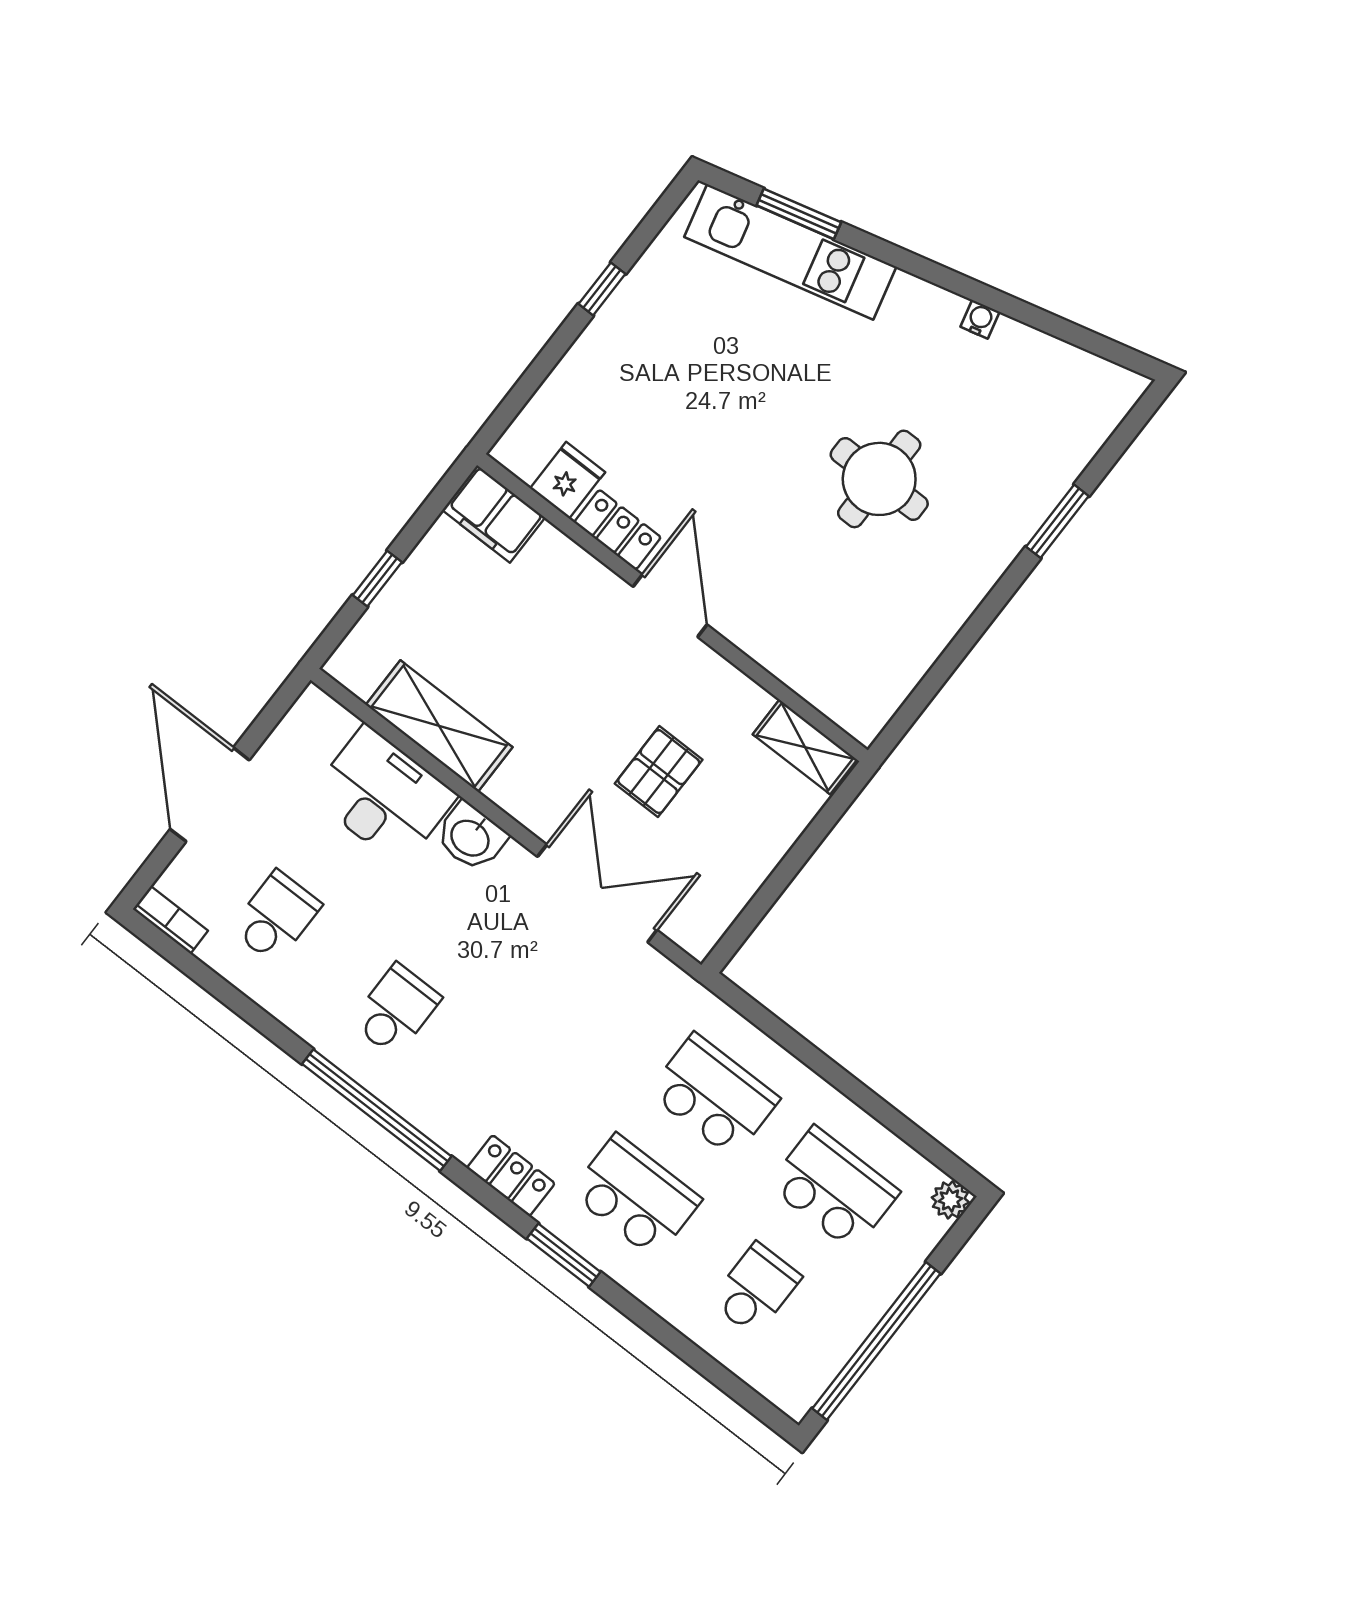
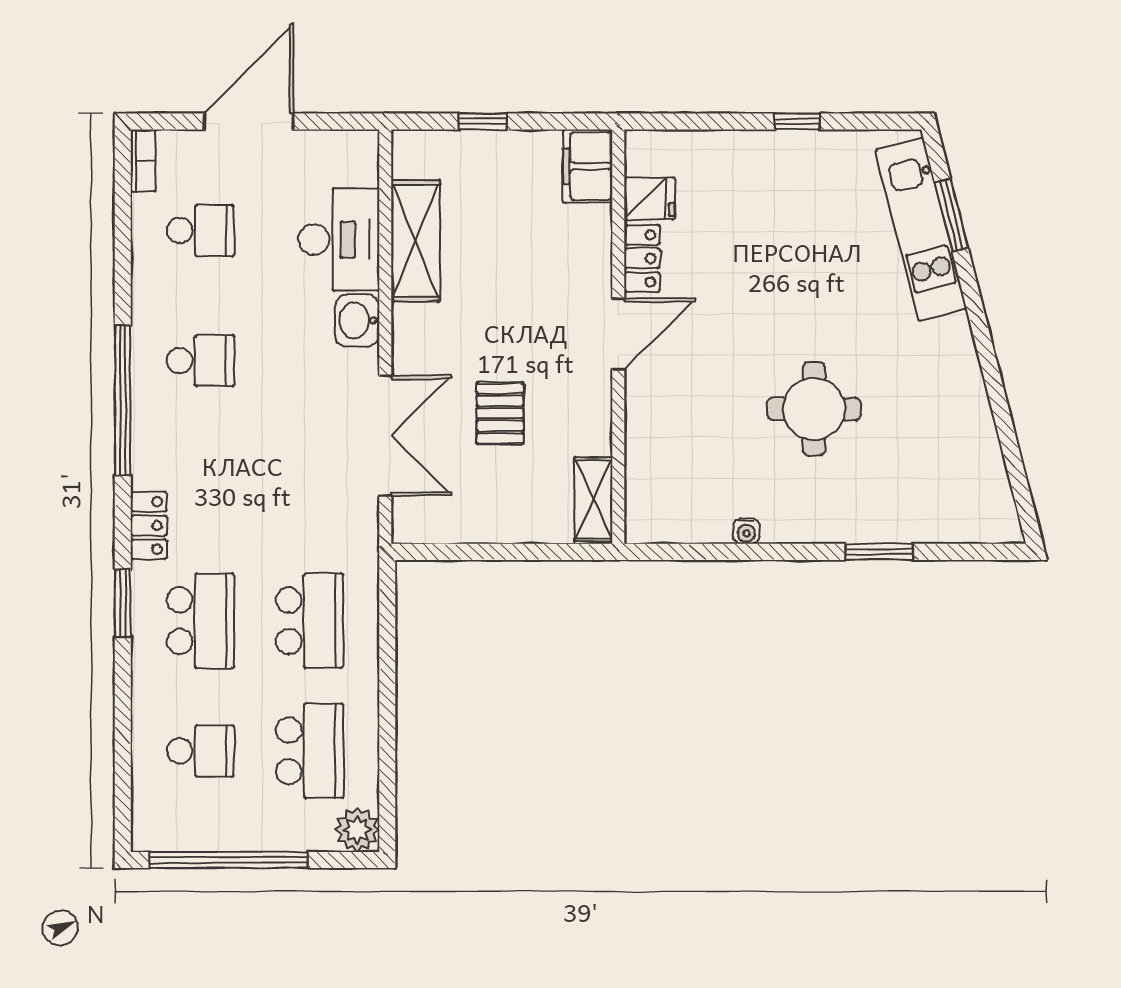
water cooler: (980, 319) -> (746, 531), moved, turned 104
pallet: (659, 772) -> (500, 413), turned 90
plant: (950, 1200) -> (357, 830), width x1.38, depth x1.38

